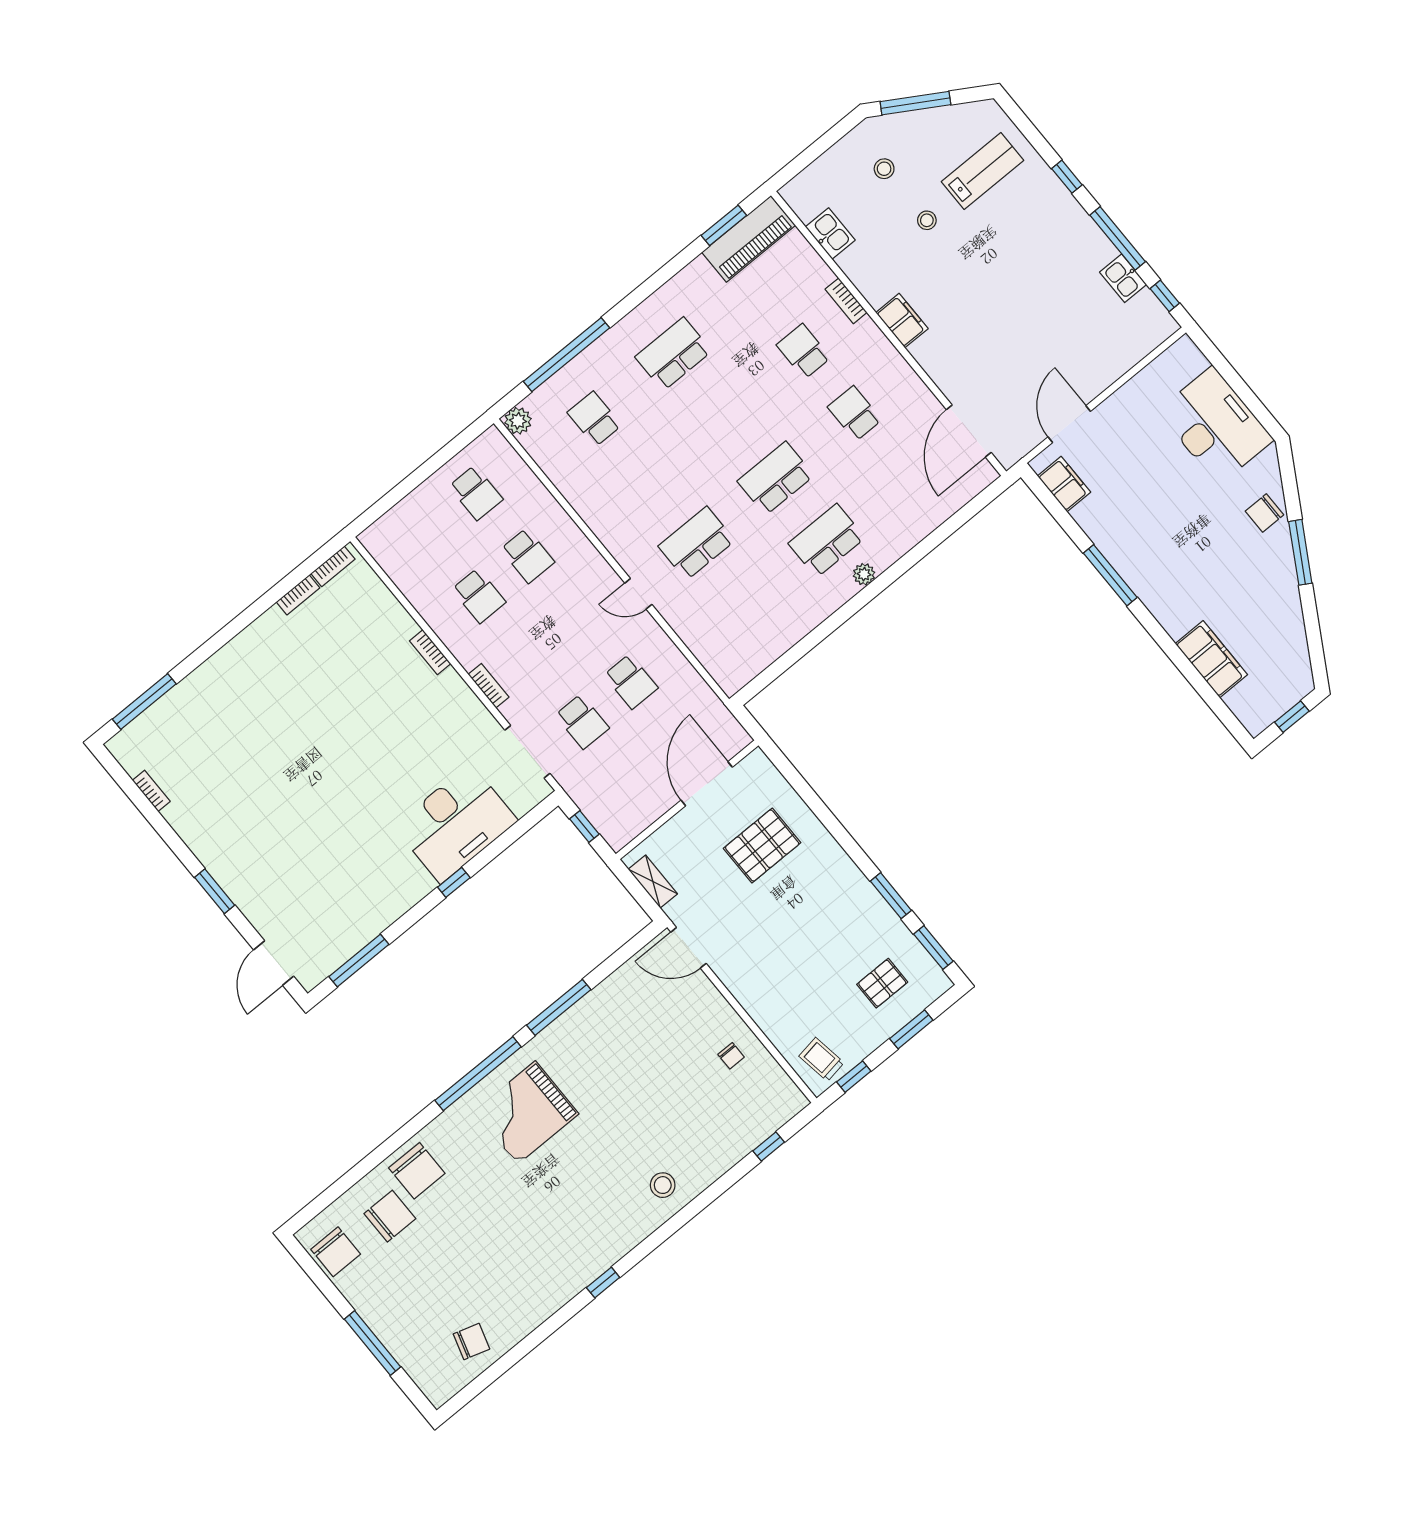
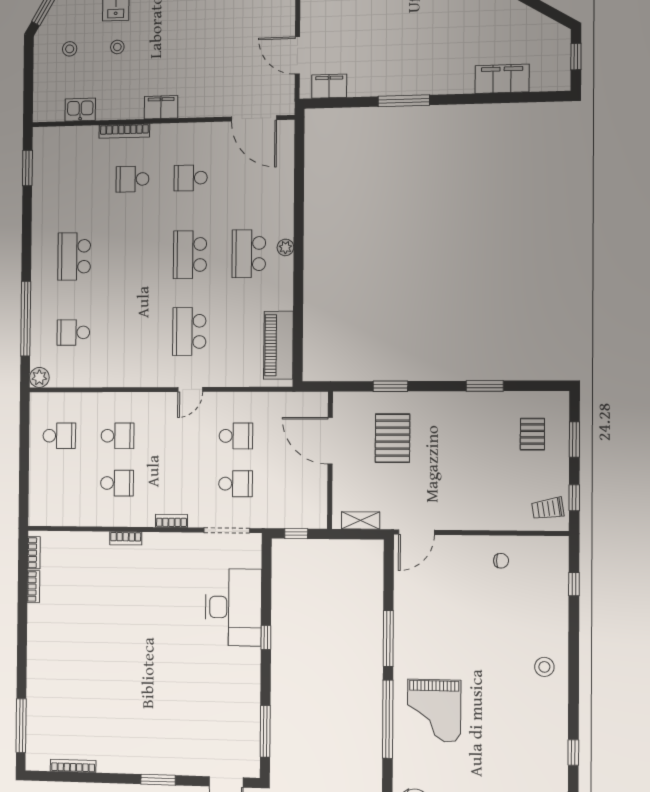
piano: (749, 239) -> (278, 345), moved, turned 180
bookcase: (846, 301) -> (124, 131), width x1.56
bookcase: (151, 791) -> (73, 766), width x1.56
window: (933, 948) -> (390, 386), moved

